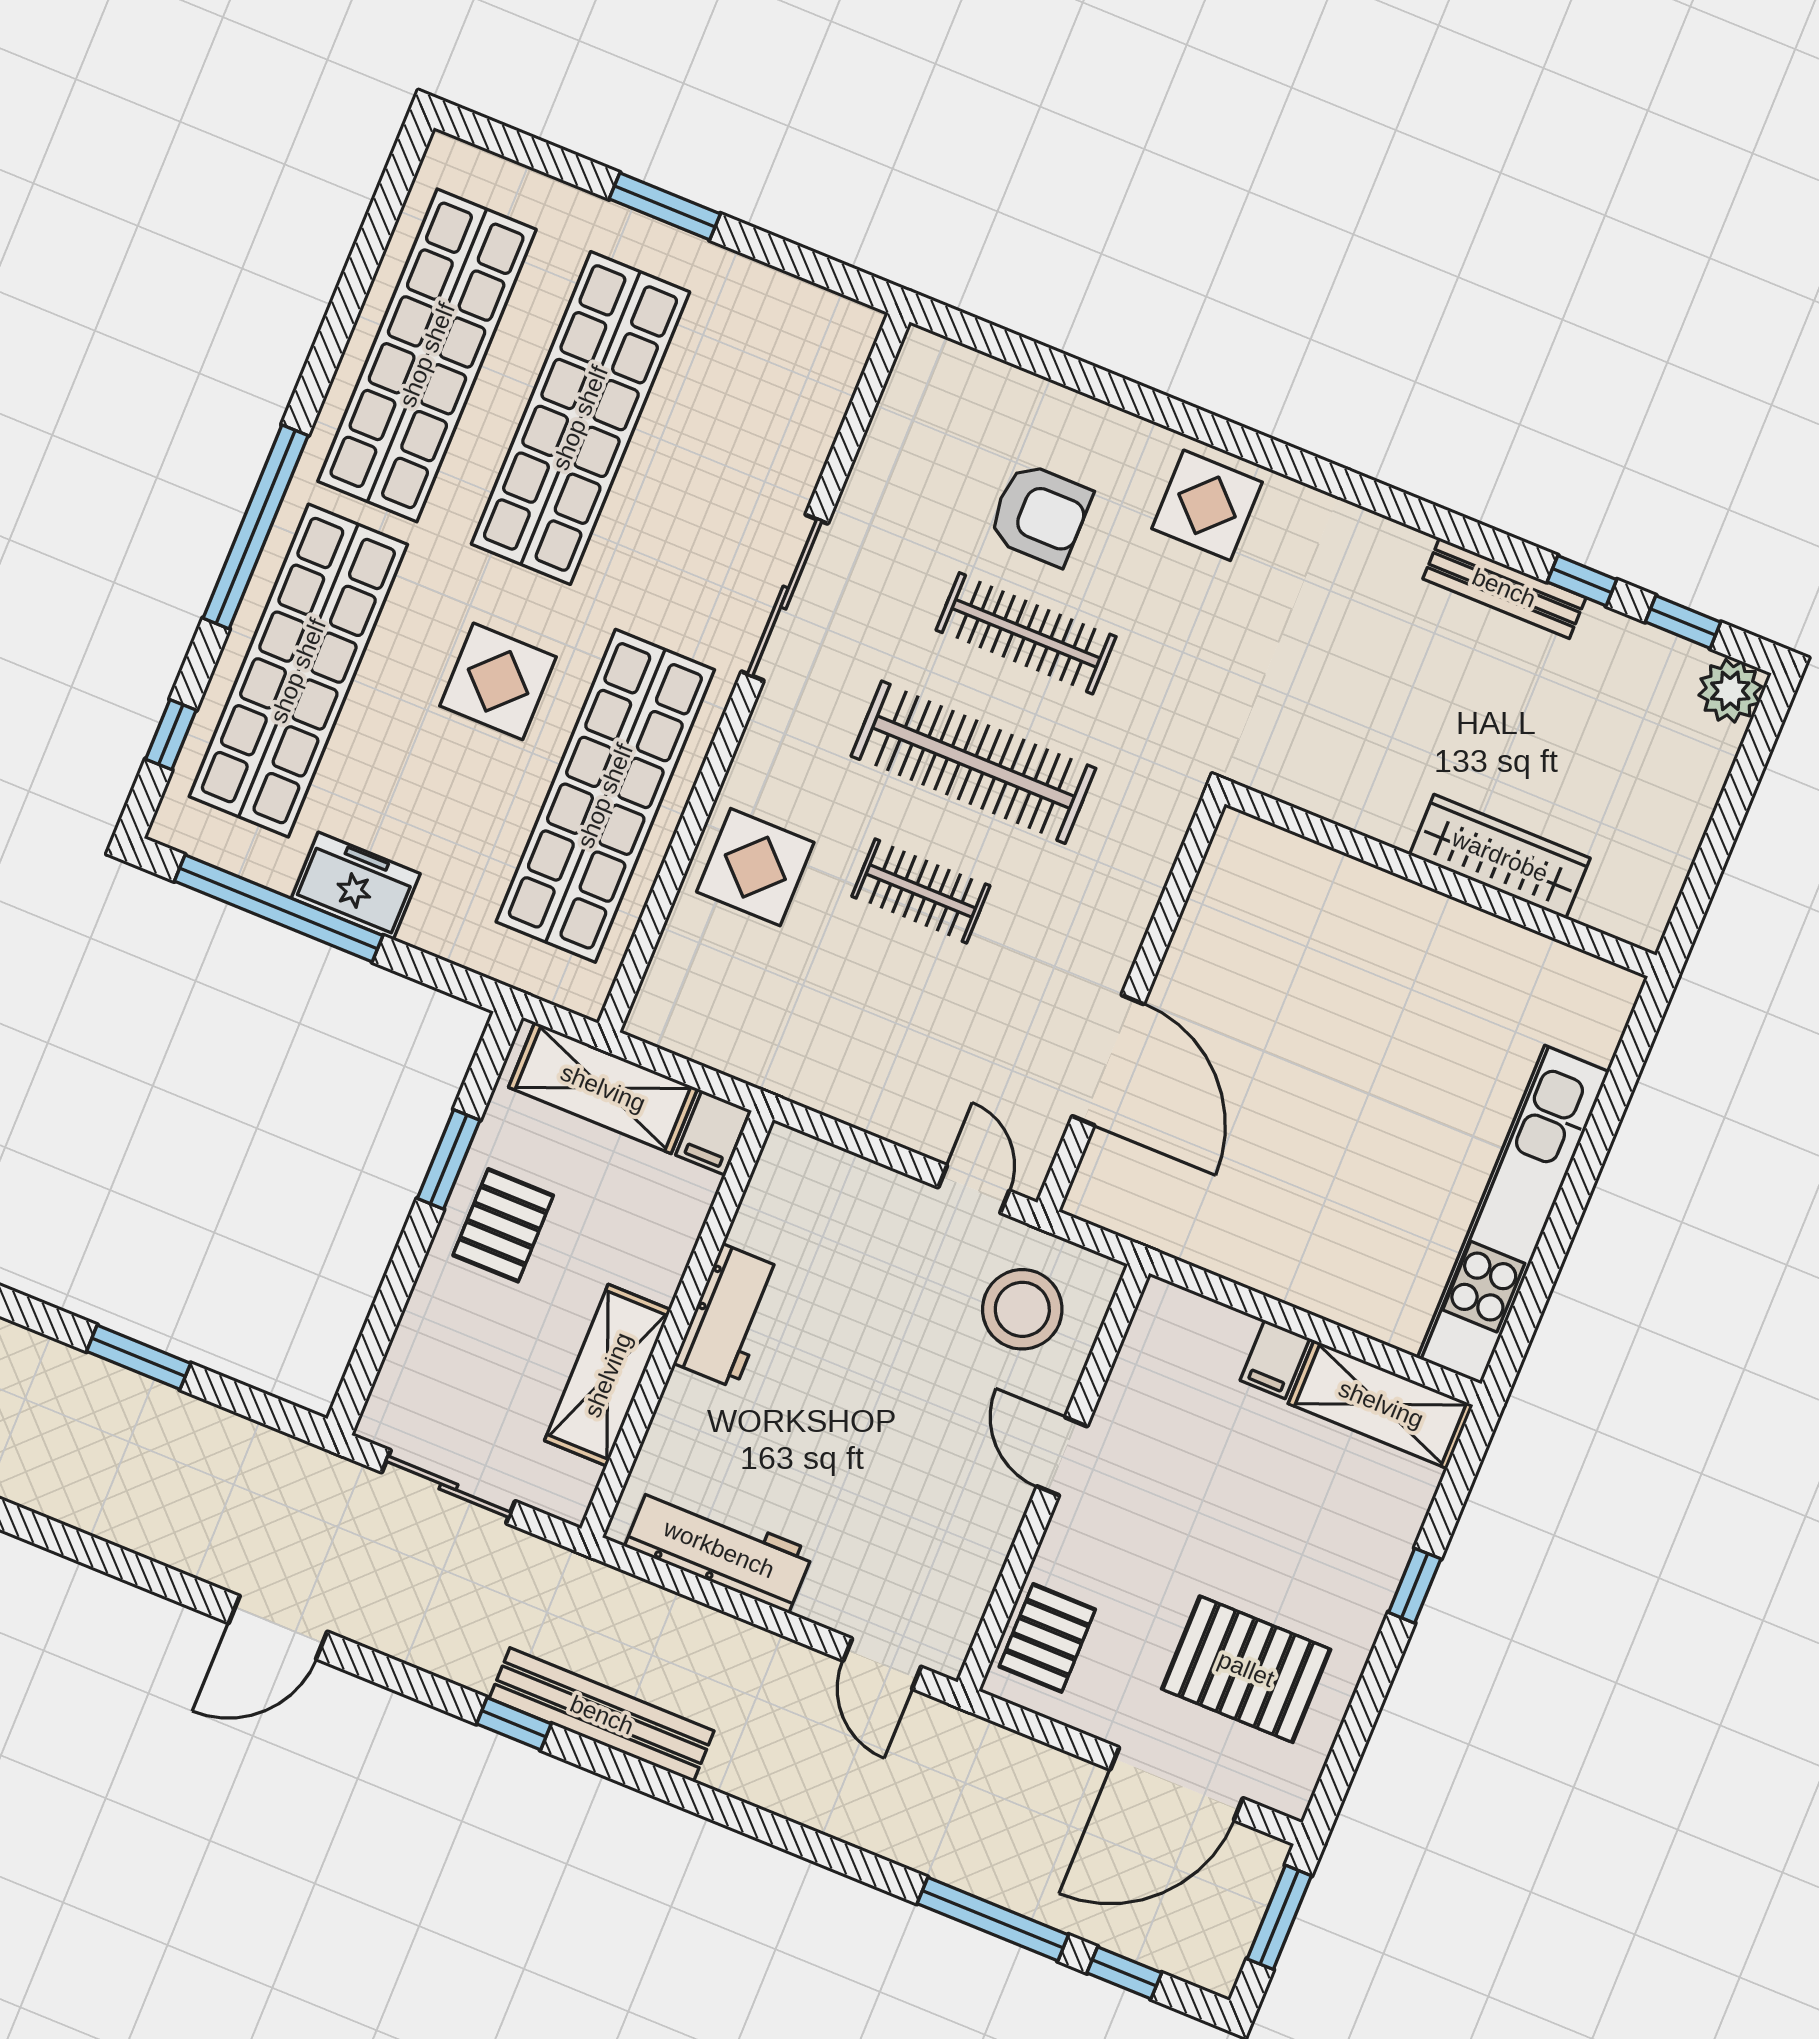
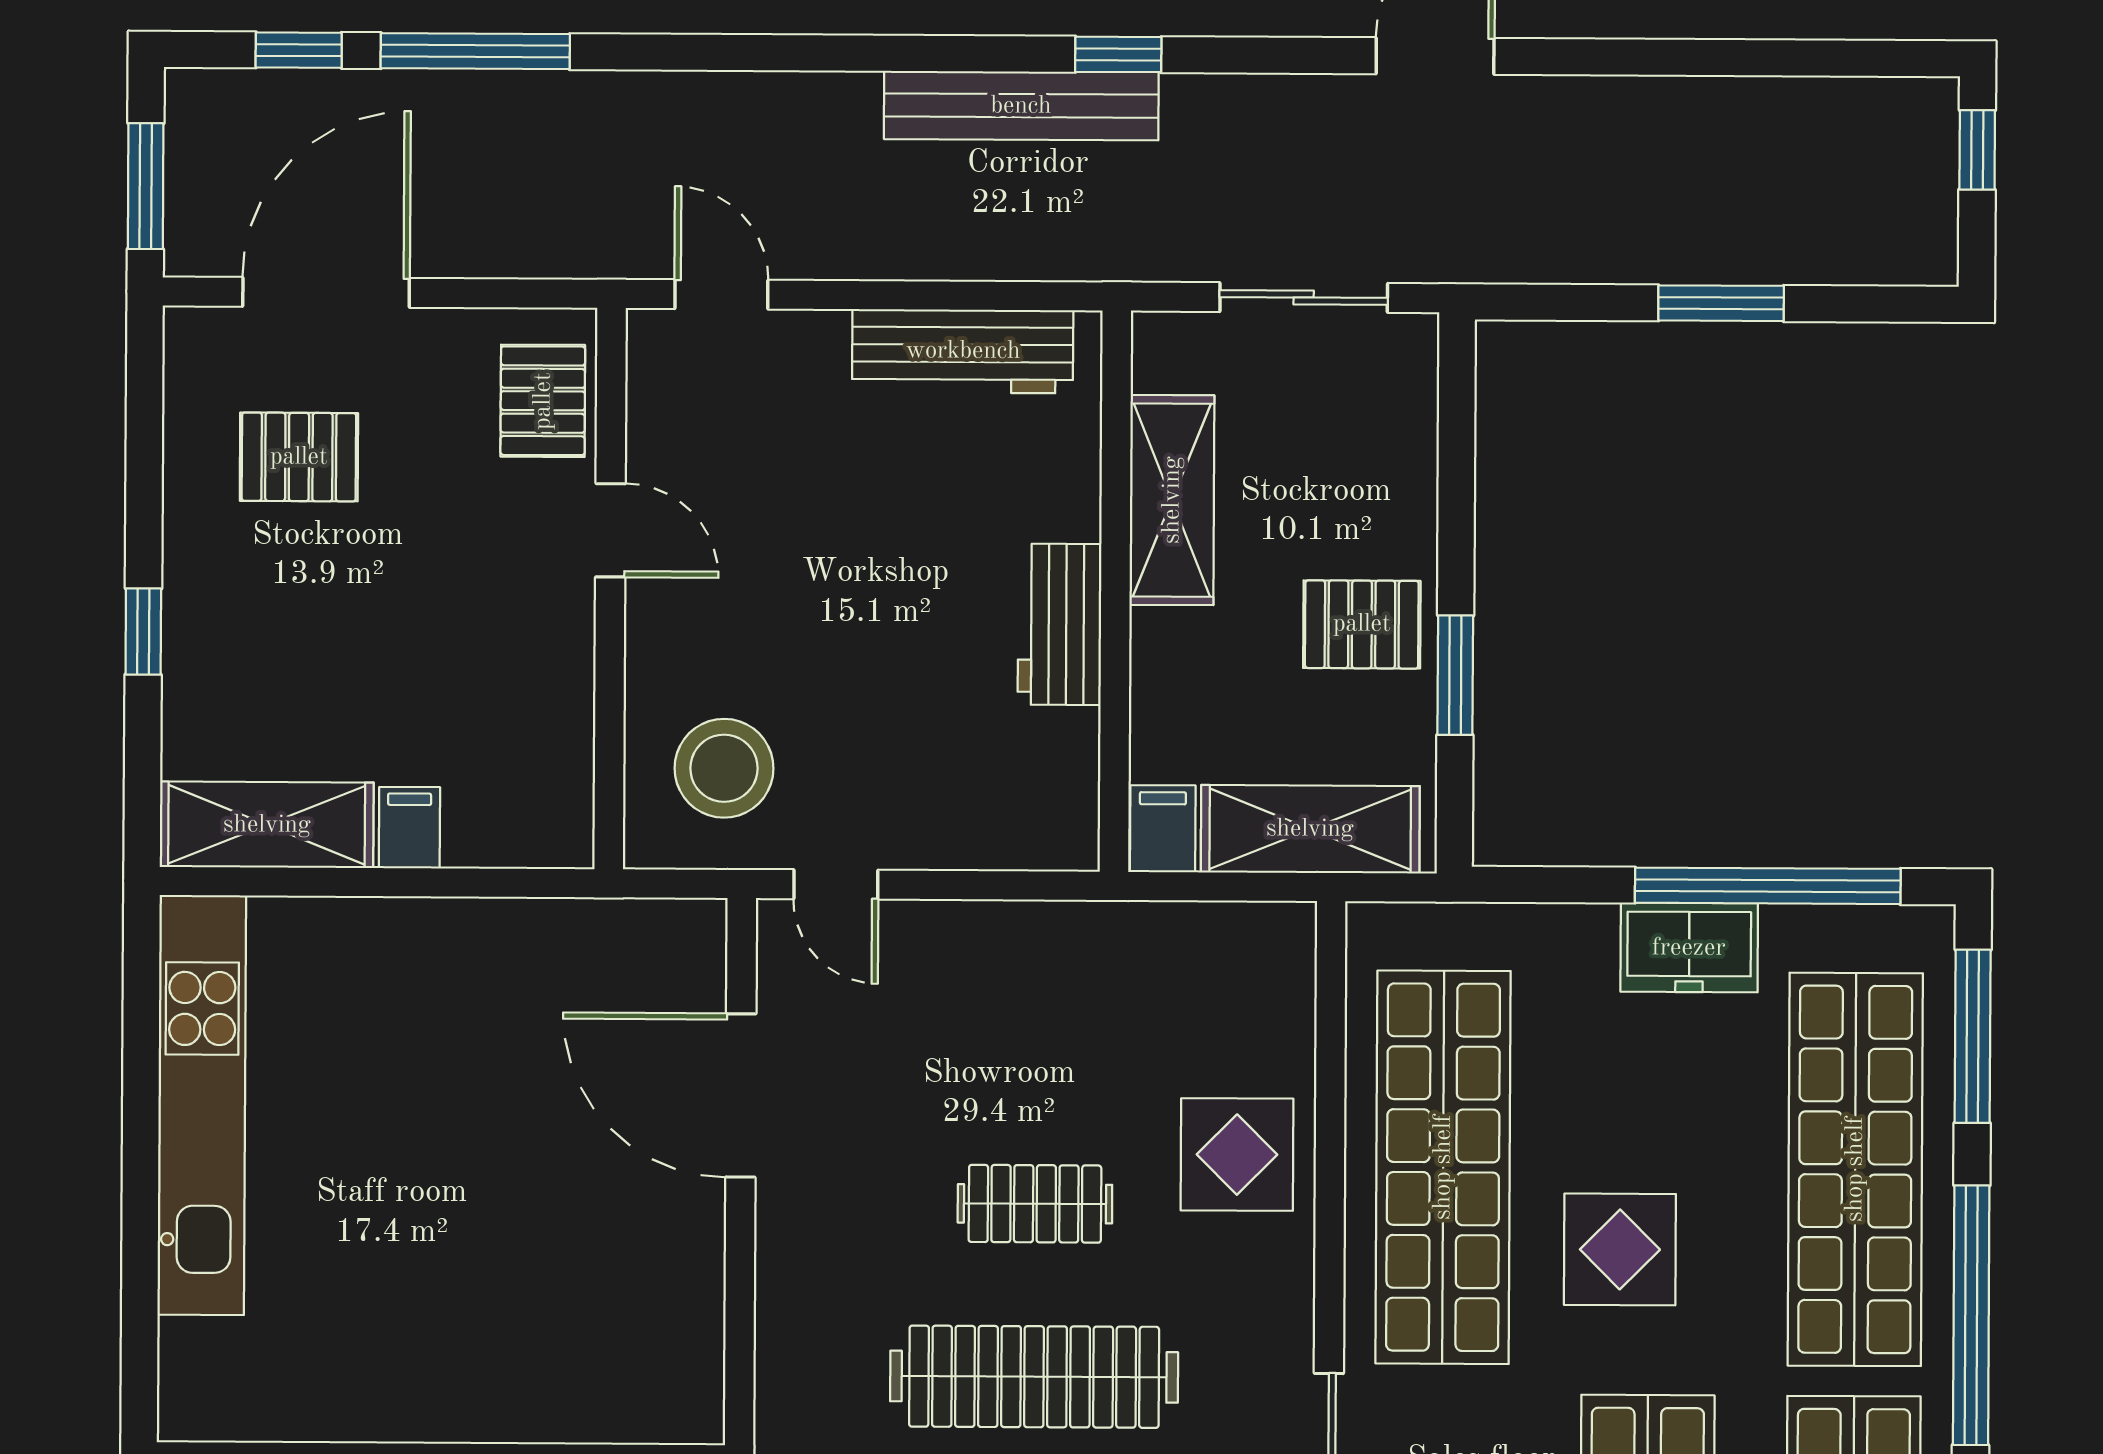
window: (171, 735) -> (1973, 1036), width x2.17
pallet: (503, 1225) -> (1362, 624), turned 90
door: (1062, 1456) -> (610, 530), moved
pallet: (1246, 1669) -> (299, 457), width x0.67, depth x0.71

